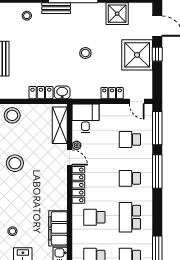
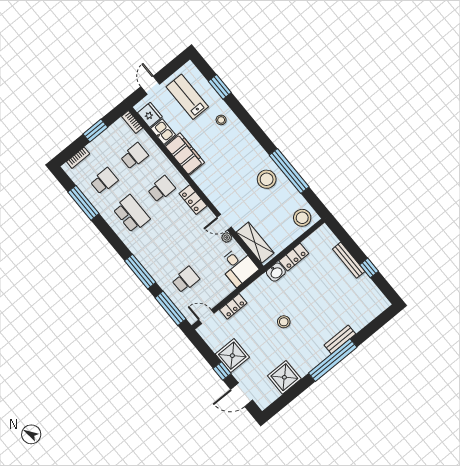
stool: (27, 16) -> (359, 312), removed
shower: (137, 55) -> (232, 356), width x0.73, depth x0.73
school desk: (130, 178) -> (158, 247), removed
locker: (78, 185) -> (193, 200), width x0.66

